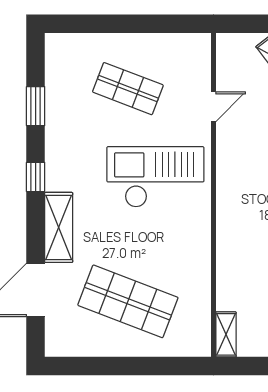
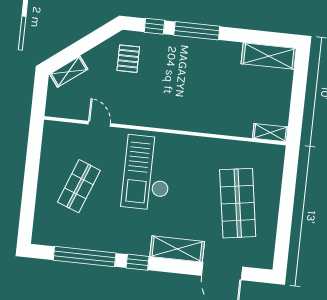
window: (36, 106) -> (85, 257), width x2.11
shop shelf: (128, 301) -> (238, 203), turned -30

